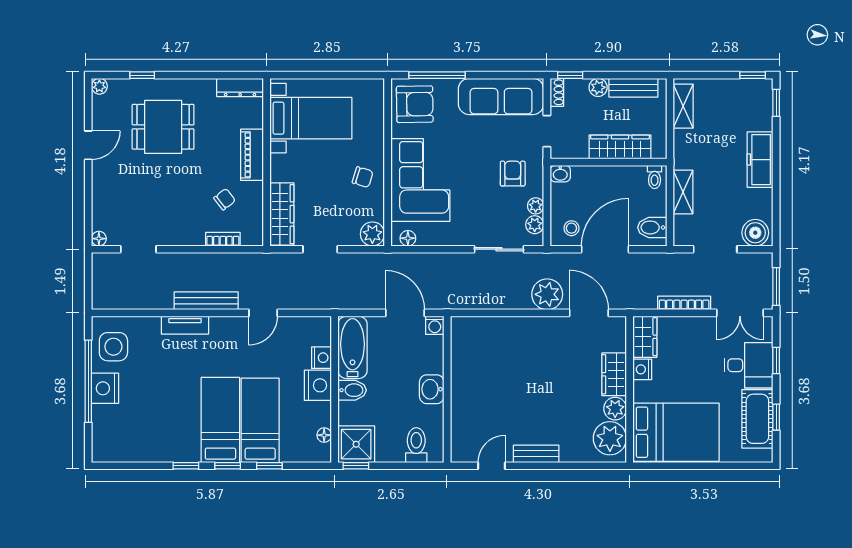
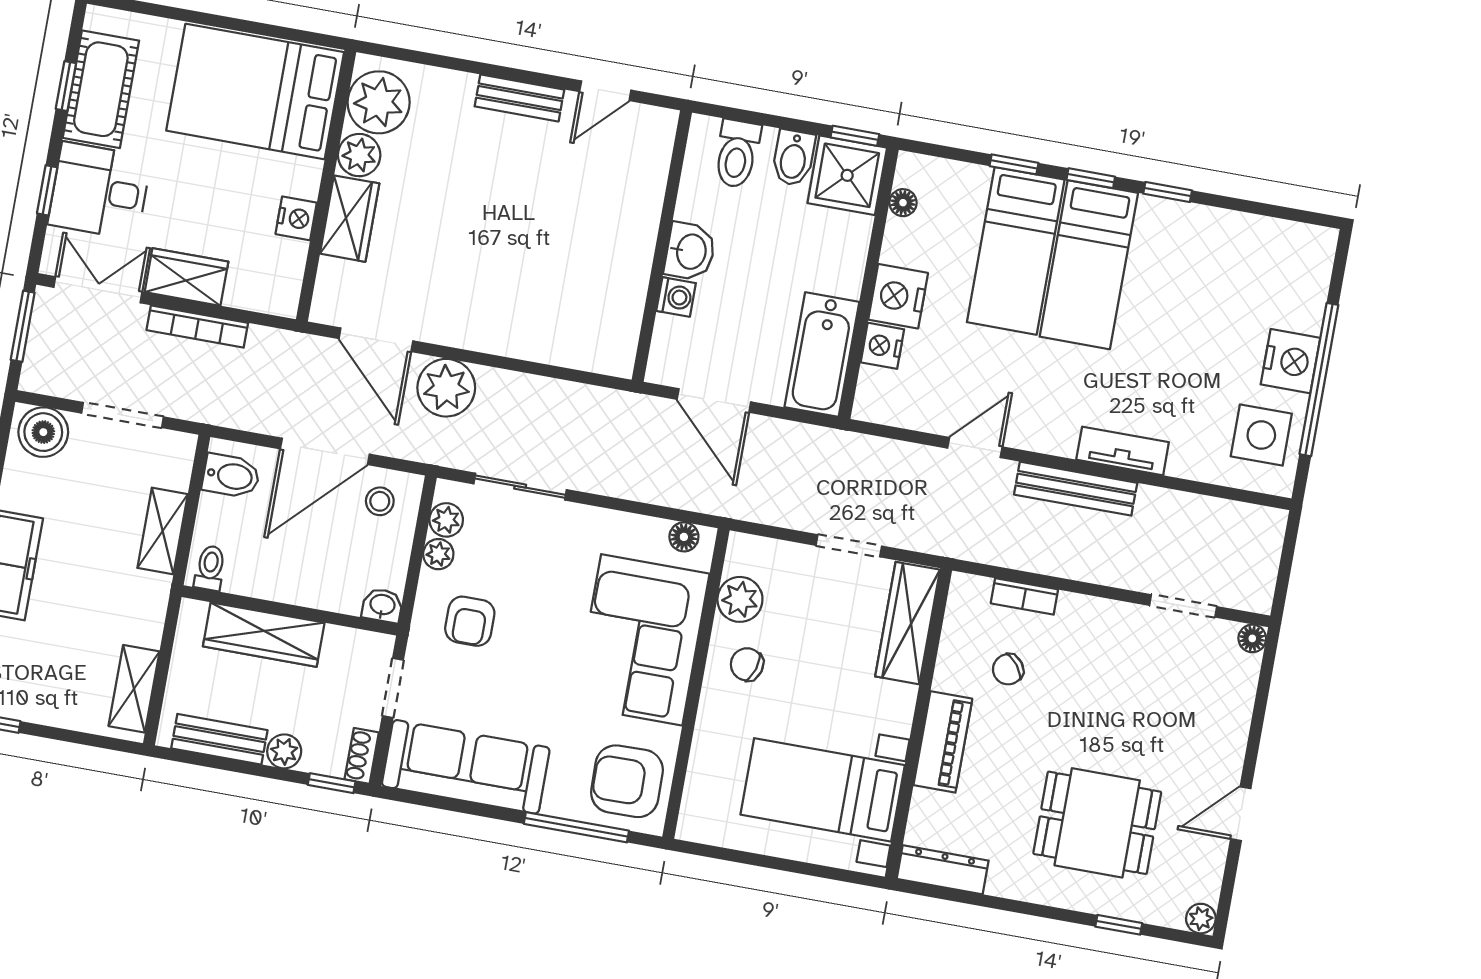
plant: (372, 234) -> (740, 599), moved
washing machine: (435, 325) -> (676, 297), moved, turned 90
wardrobe: (645, 337) -> (186, 277), moved, turned 90
bidet: (352, 390) -> (793, 158), moved, turned -90

